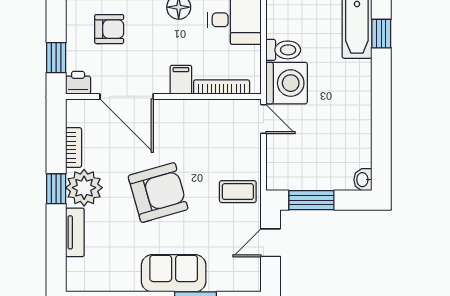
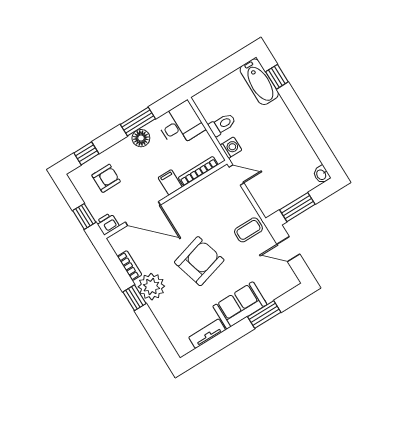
washing machine: (287, 83) -> (231, 148), width x0.53, depth x0.53
tv unit: (75, 232) -> (207, 334), moved, turned -90
door: (271, 243) -> (288, 249), hinge flipped

